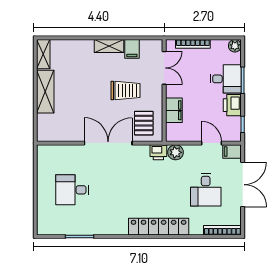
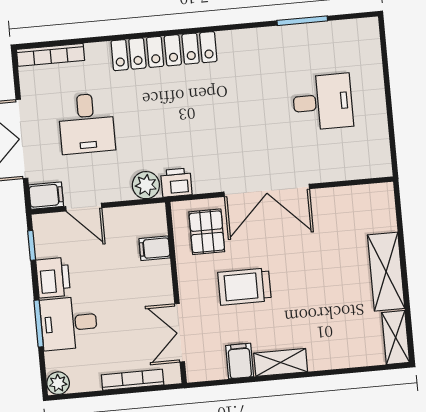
filing cabinet: (174, 110) -> (155, 248), width x0.50
desk: (206, 190) -> (87, 124), turned 180

